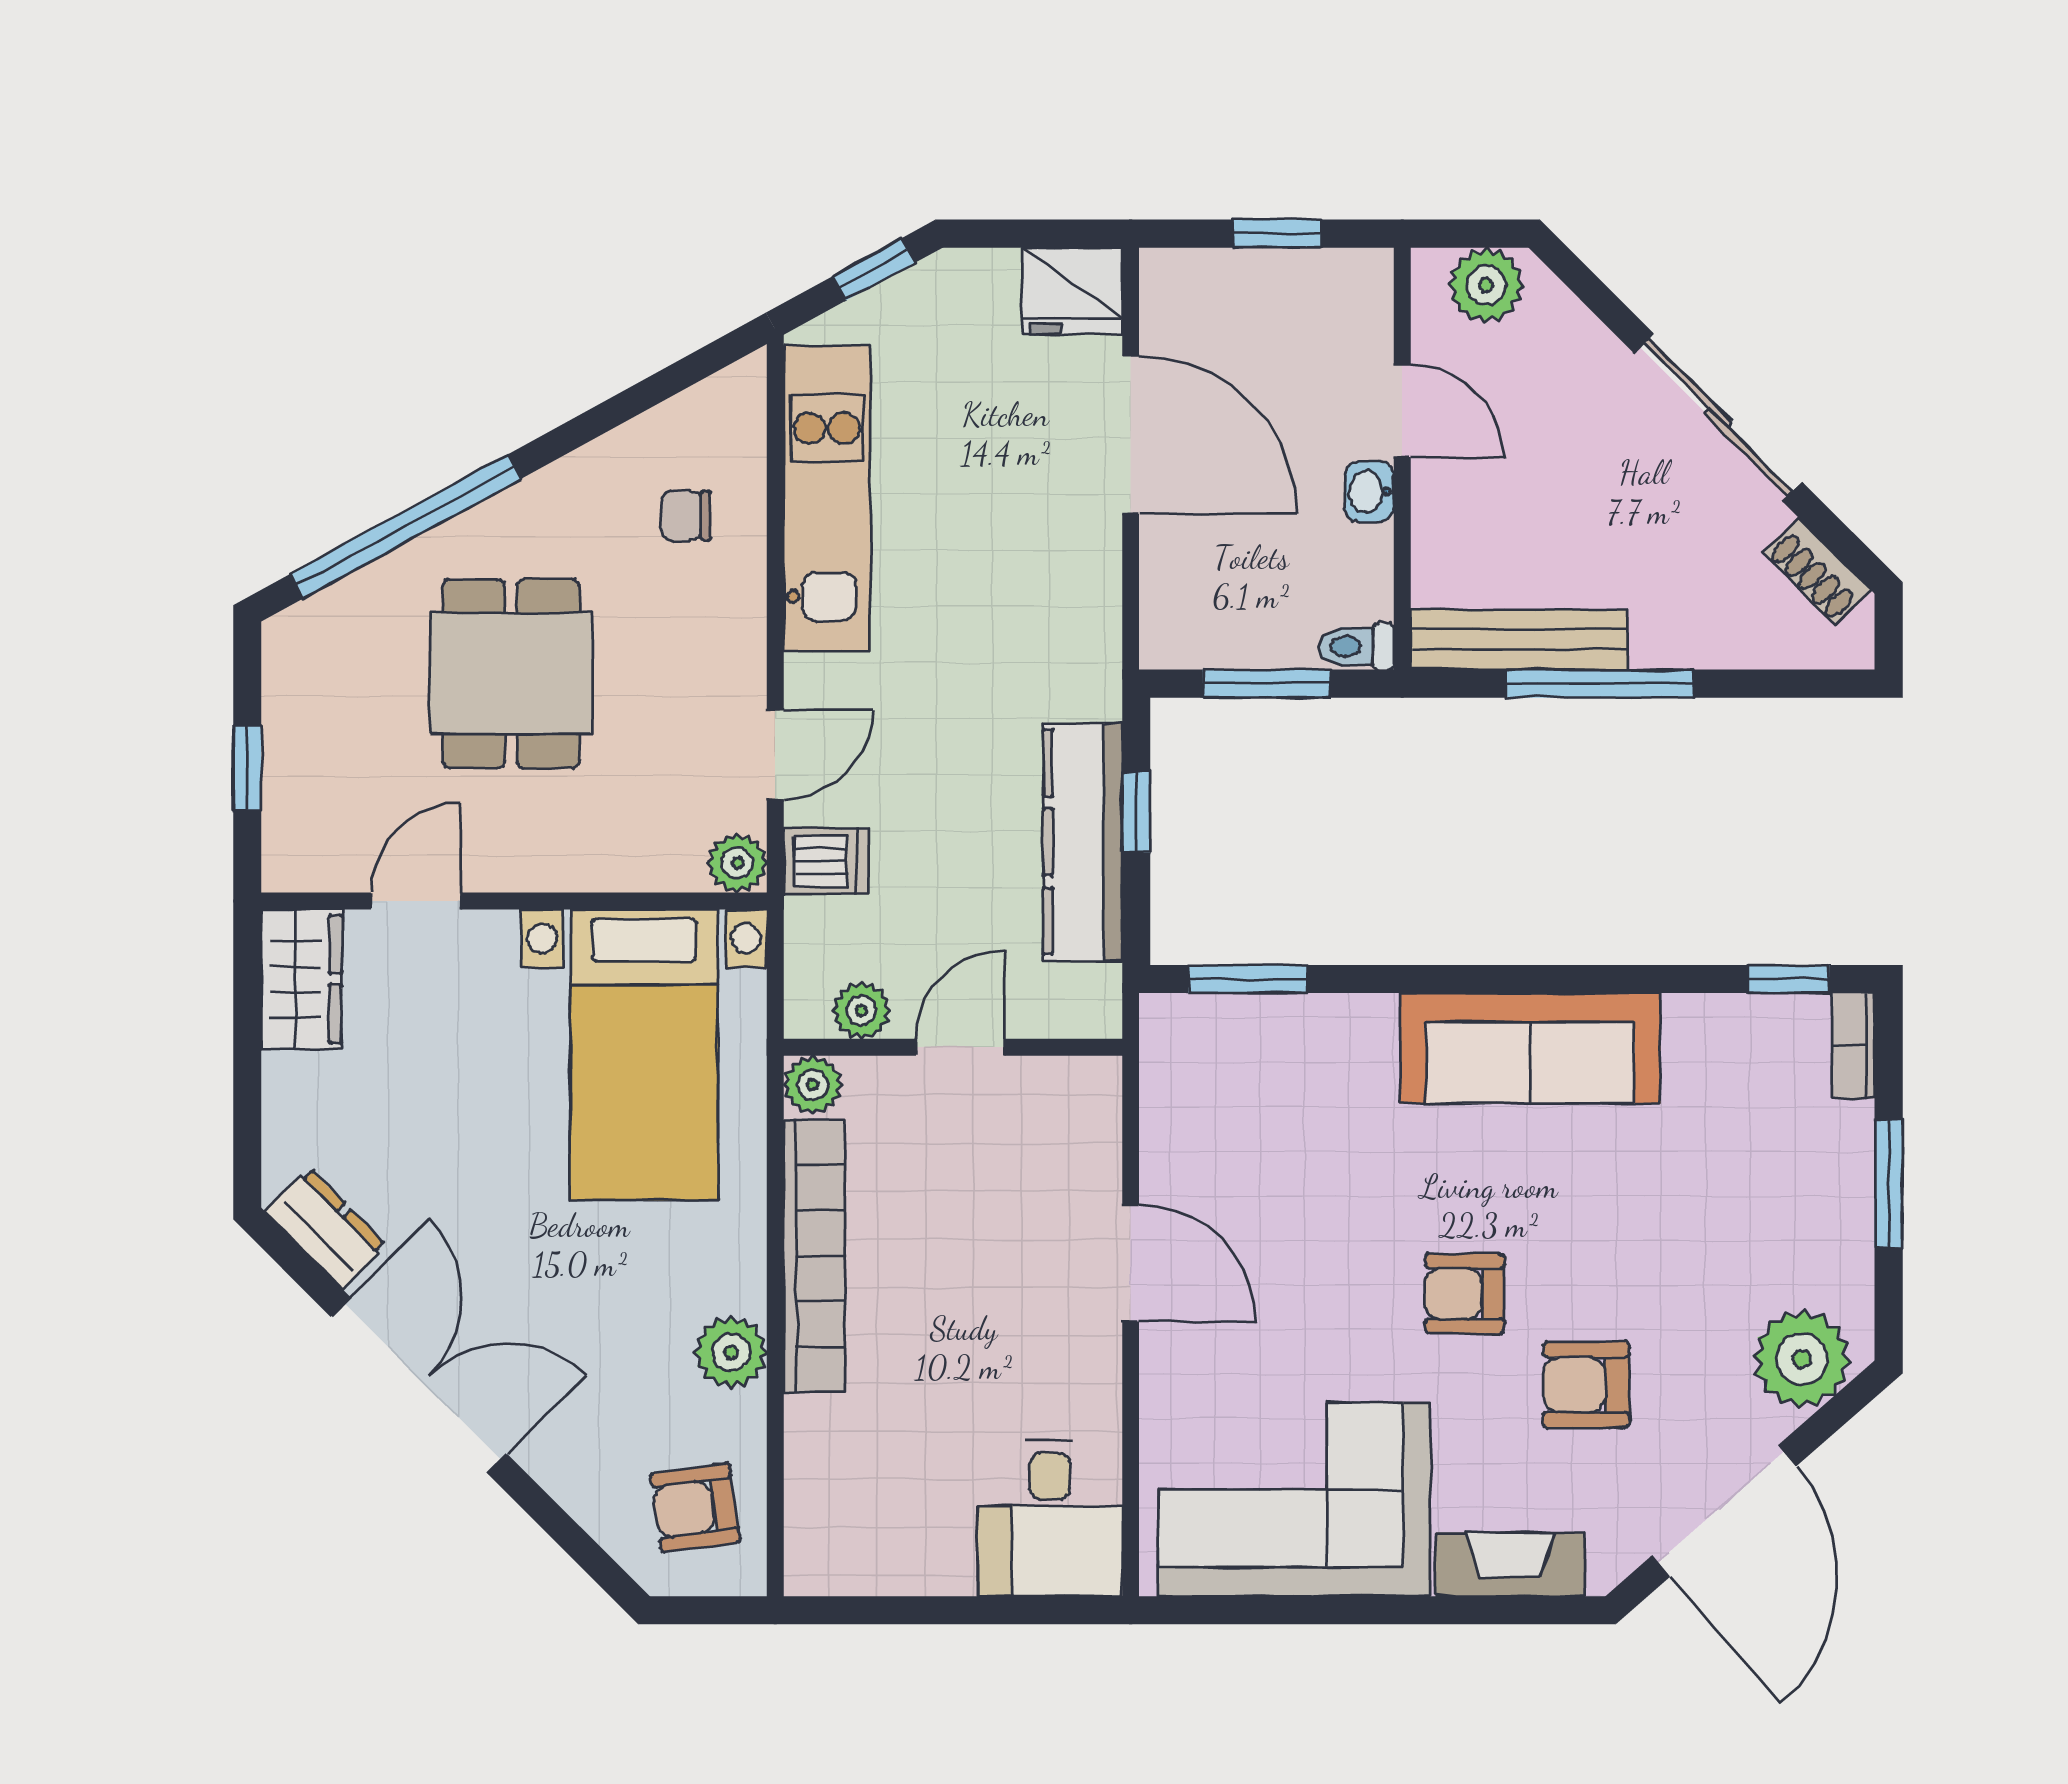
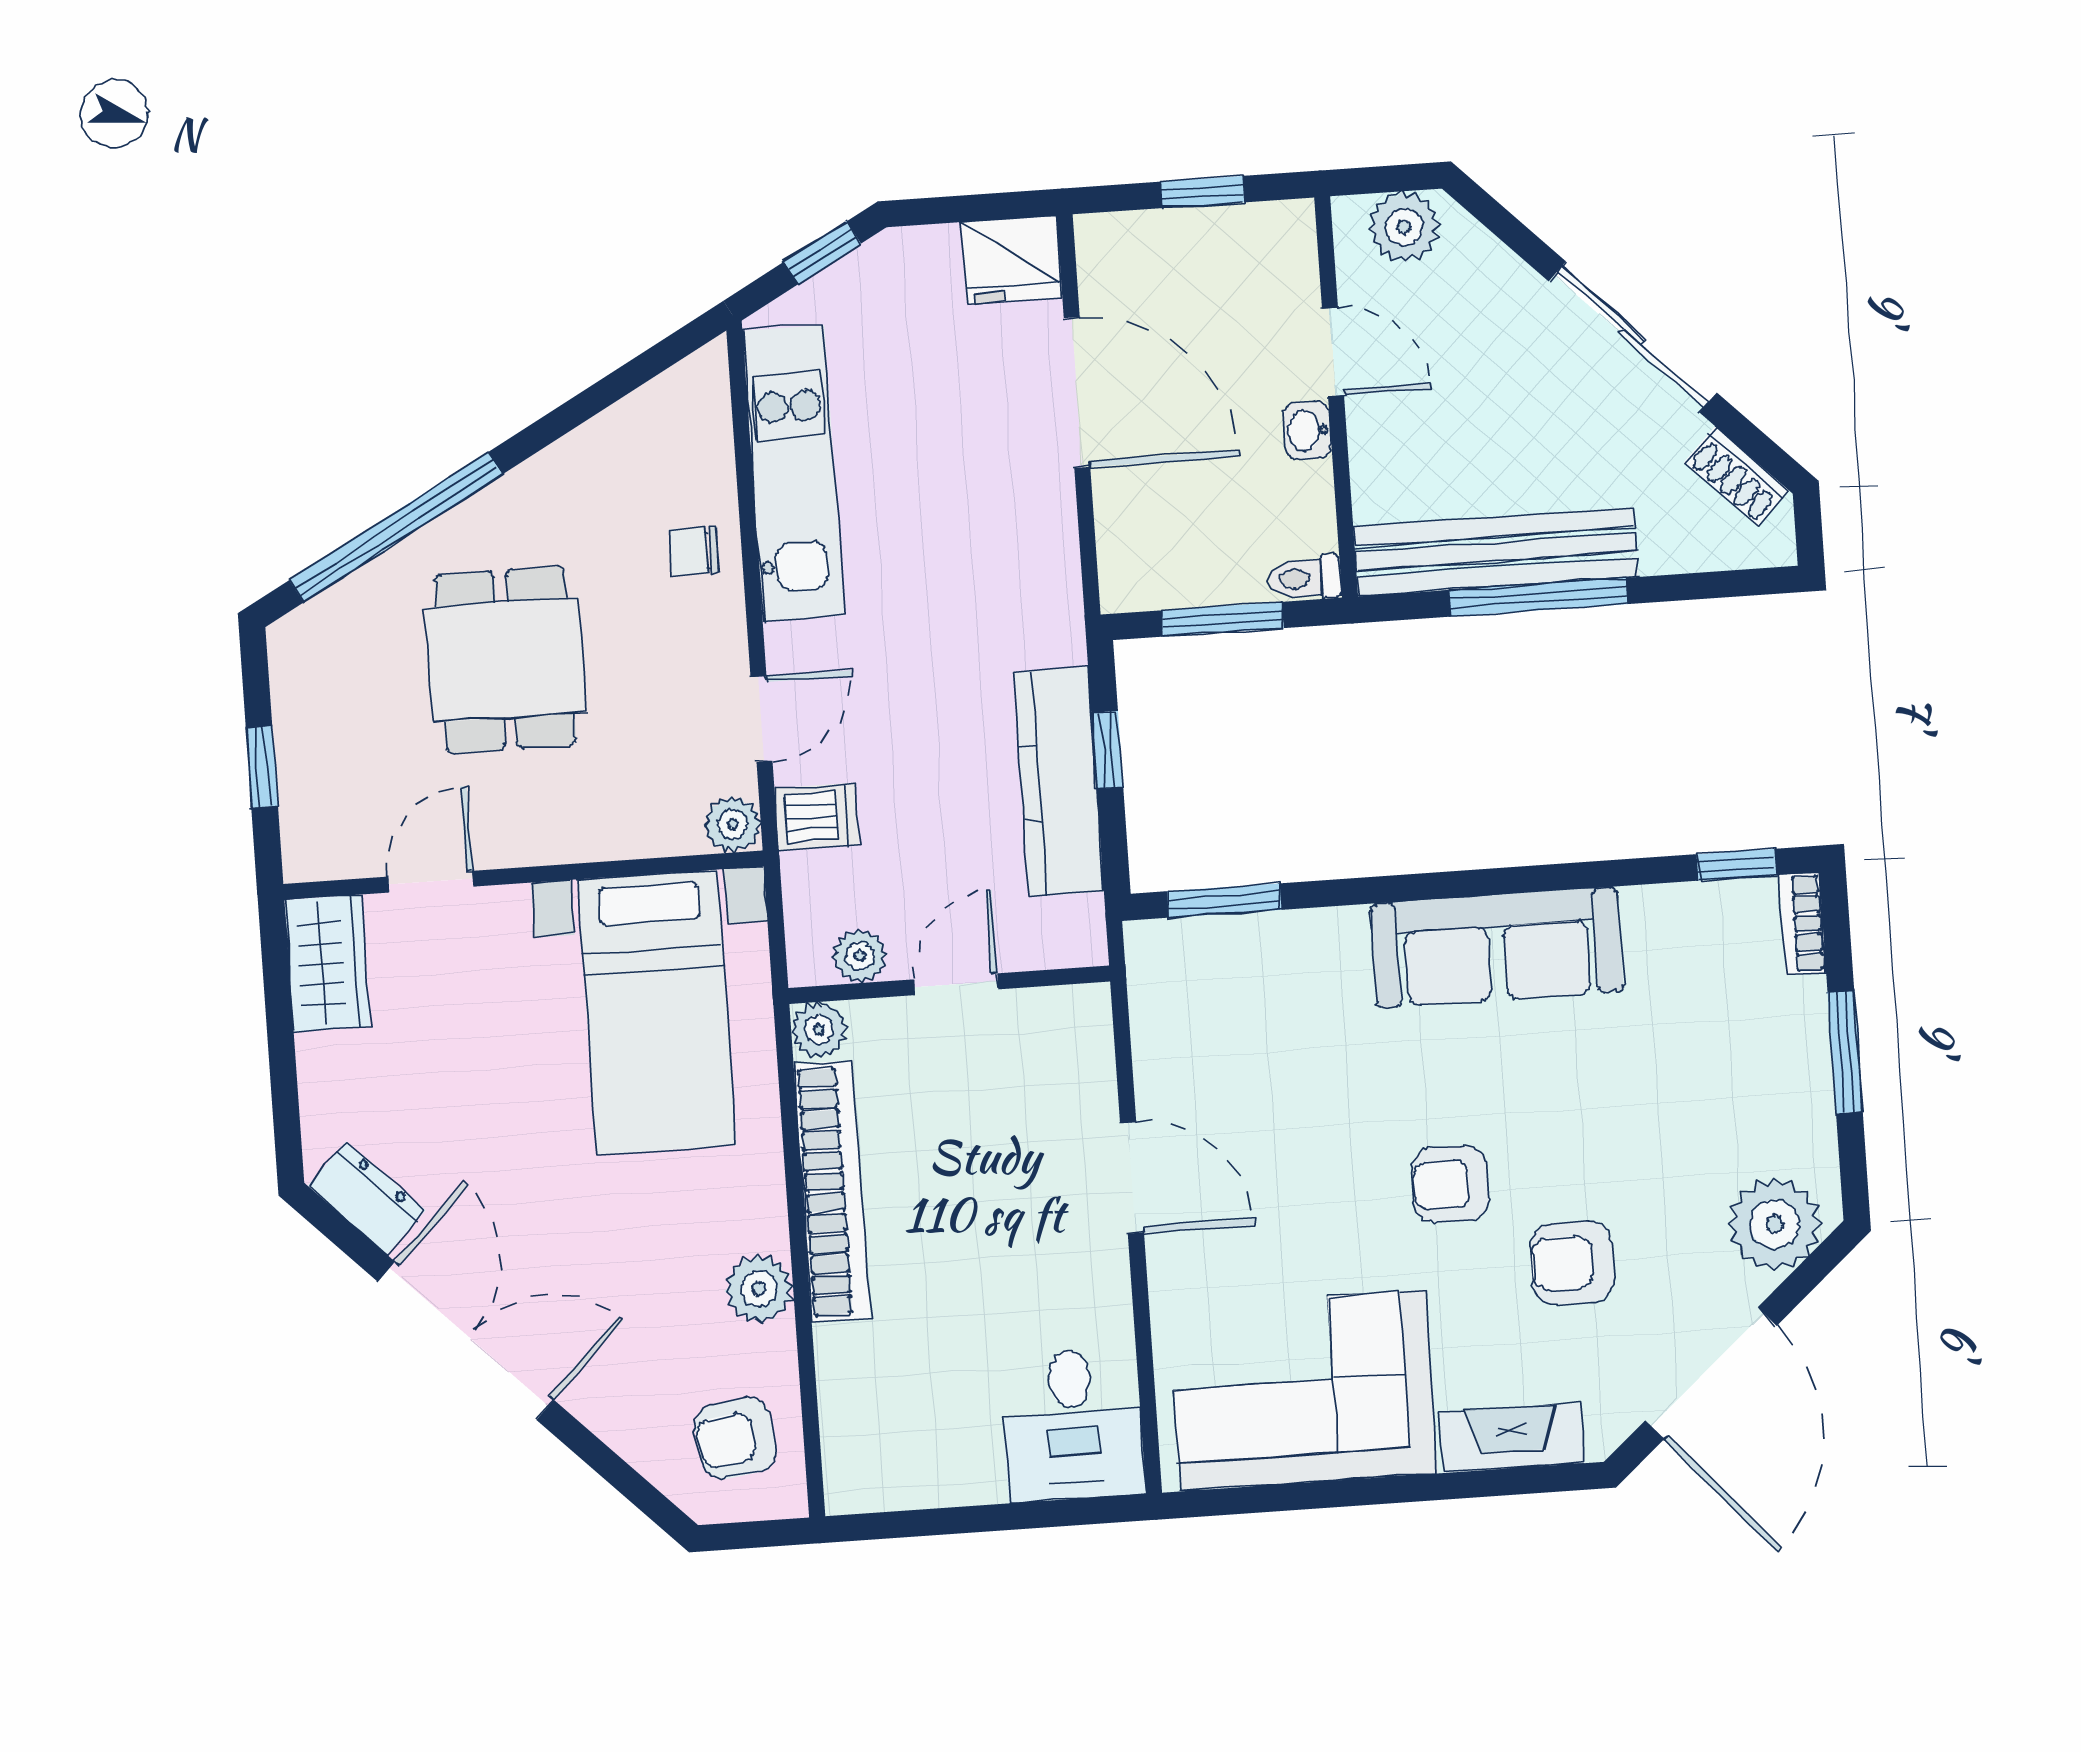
chair: (686, 516) -> (694, 551), moved
bench: (1519, 639) -> (1496, 552), width x1.37, depth x1.21

